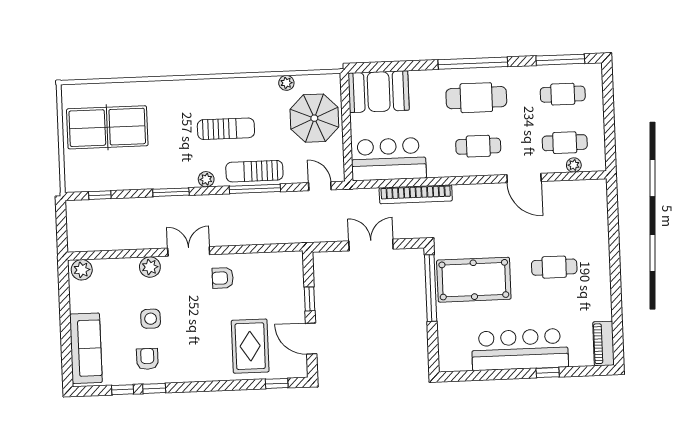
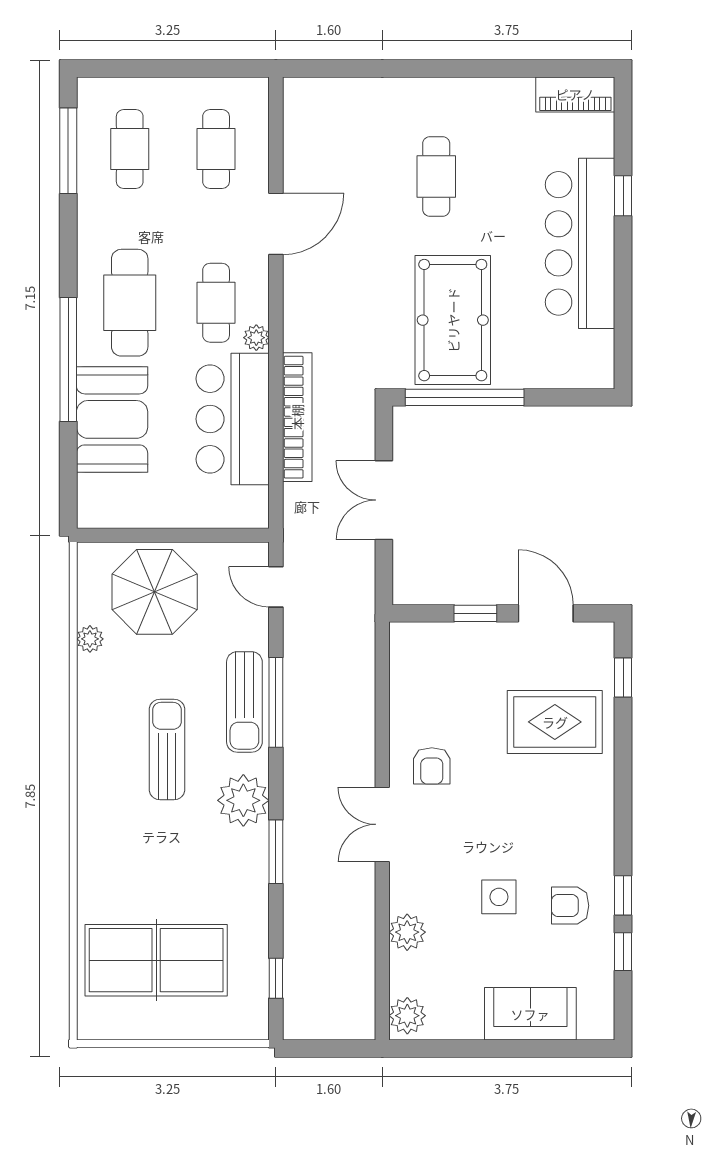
window: (473, 63) -> (68, 360), moved
booth: (379, 92) -> (112, 419), moved
table tennis table: (107, 127) -> (156, 960), turned 90
bar counter: (389, 159) -> (233, 419), moved
plant: (574, 165) -> (256, 338), moved
plant: (206, 179) -> (243, 800), width x1.87, depth x1.87
door: (320, 186) -> (276, 587), hinge flipped
plant: (150, 267) -> (407, 932), moved
door: (311, 339) -> (546, 613), swing flipped
sofa: (86, 348) -> (530, 1014), width x0.73

